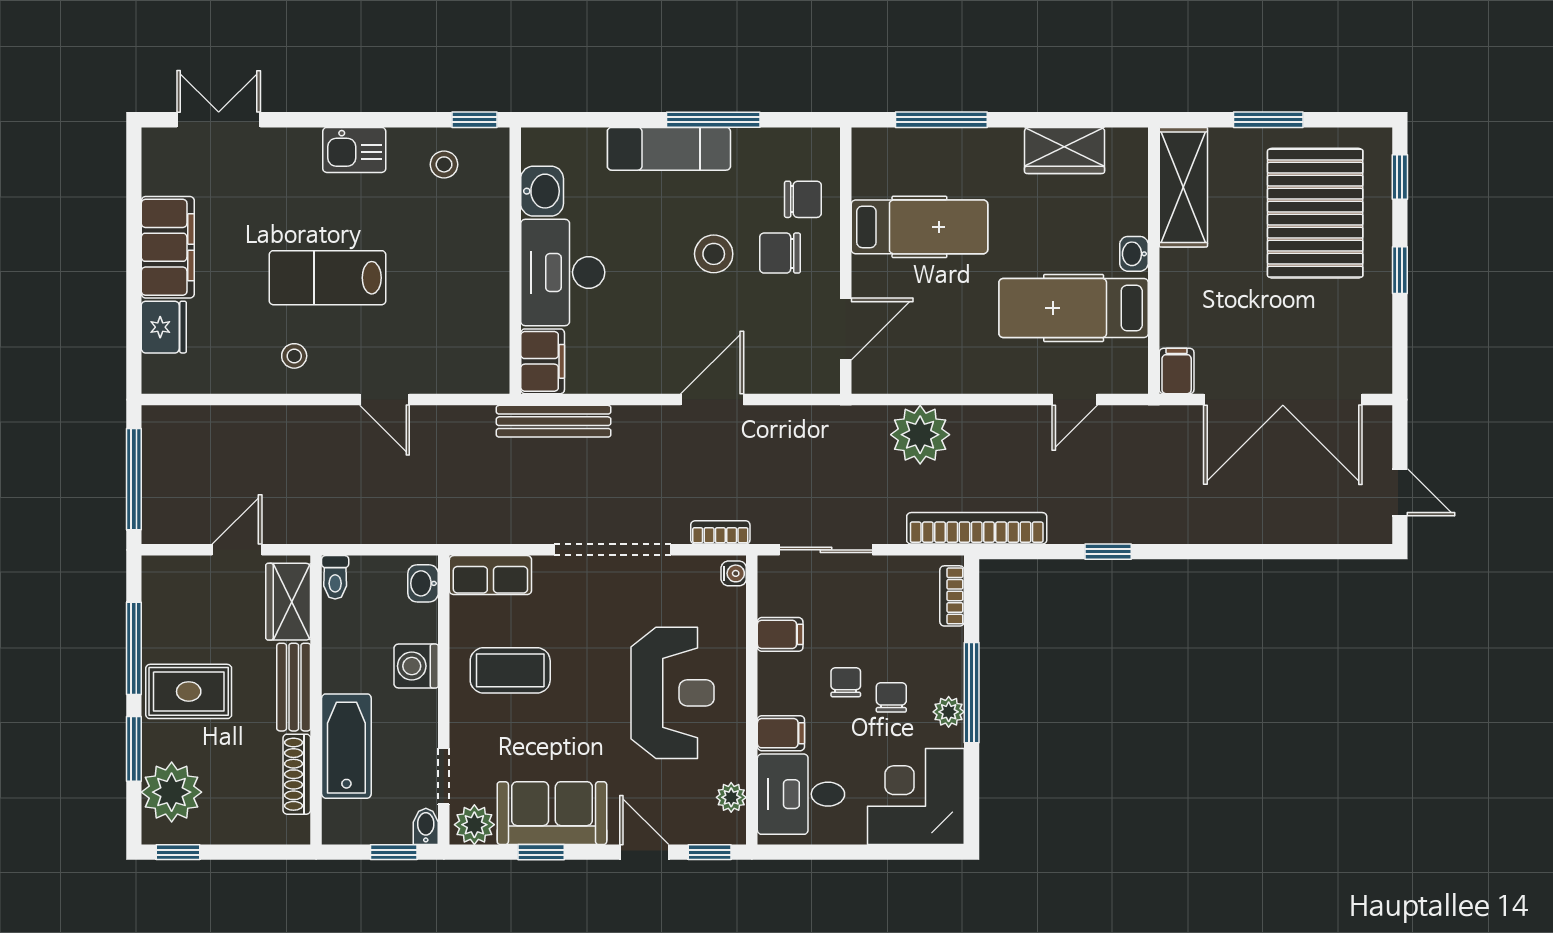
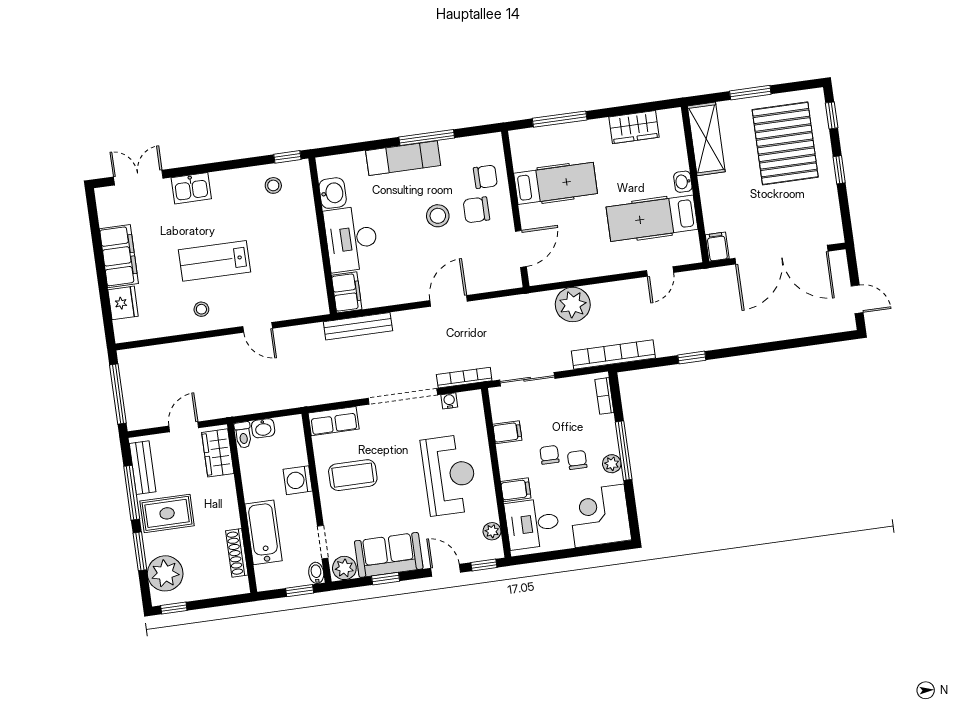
kitchen sink: (354, 150) -> (191, 188), moved
bookcase: (720, 532) -> (464, 378), width x1.56
water cooler: (734, 573) -> (449, 401), moved, turned -90
washbasin: (423, 583) -> (263, 428), moved, turned -90
bench: (294, 687) -> (143, 468), moved

